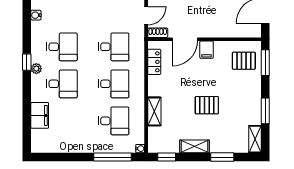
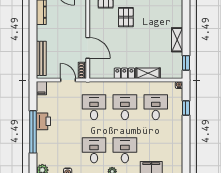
filing cabinet: (207, 50) -> (96, 30), removed
locker: (154, 62) -> (124, 73), moved
pallet: (207, 105) -> (126, 17), moved
window: (113, 157) -> (186, 108), width x0.46
window: (222, 157) -> (186, 17), removed

